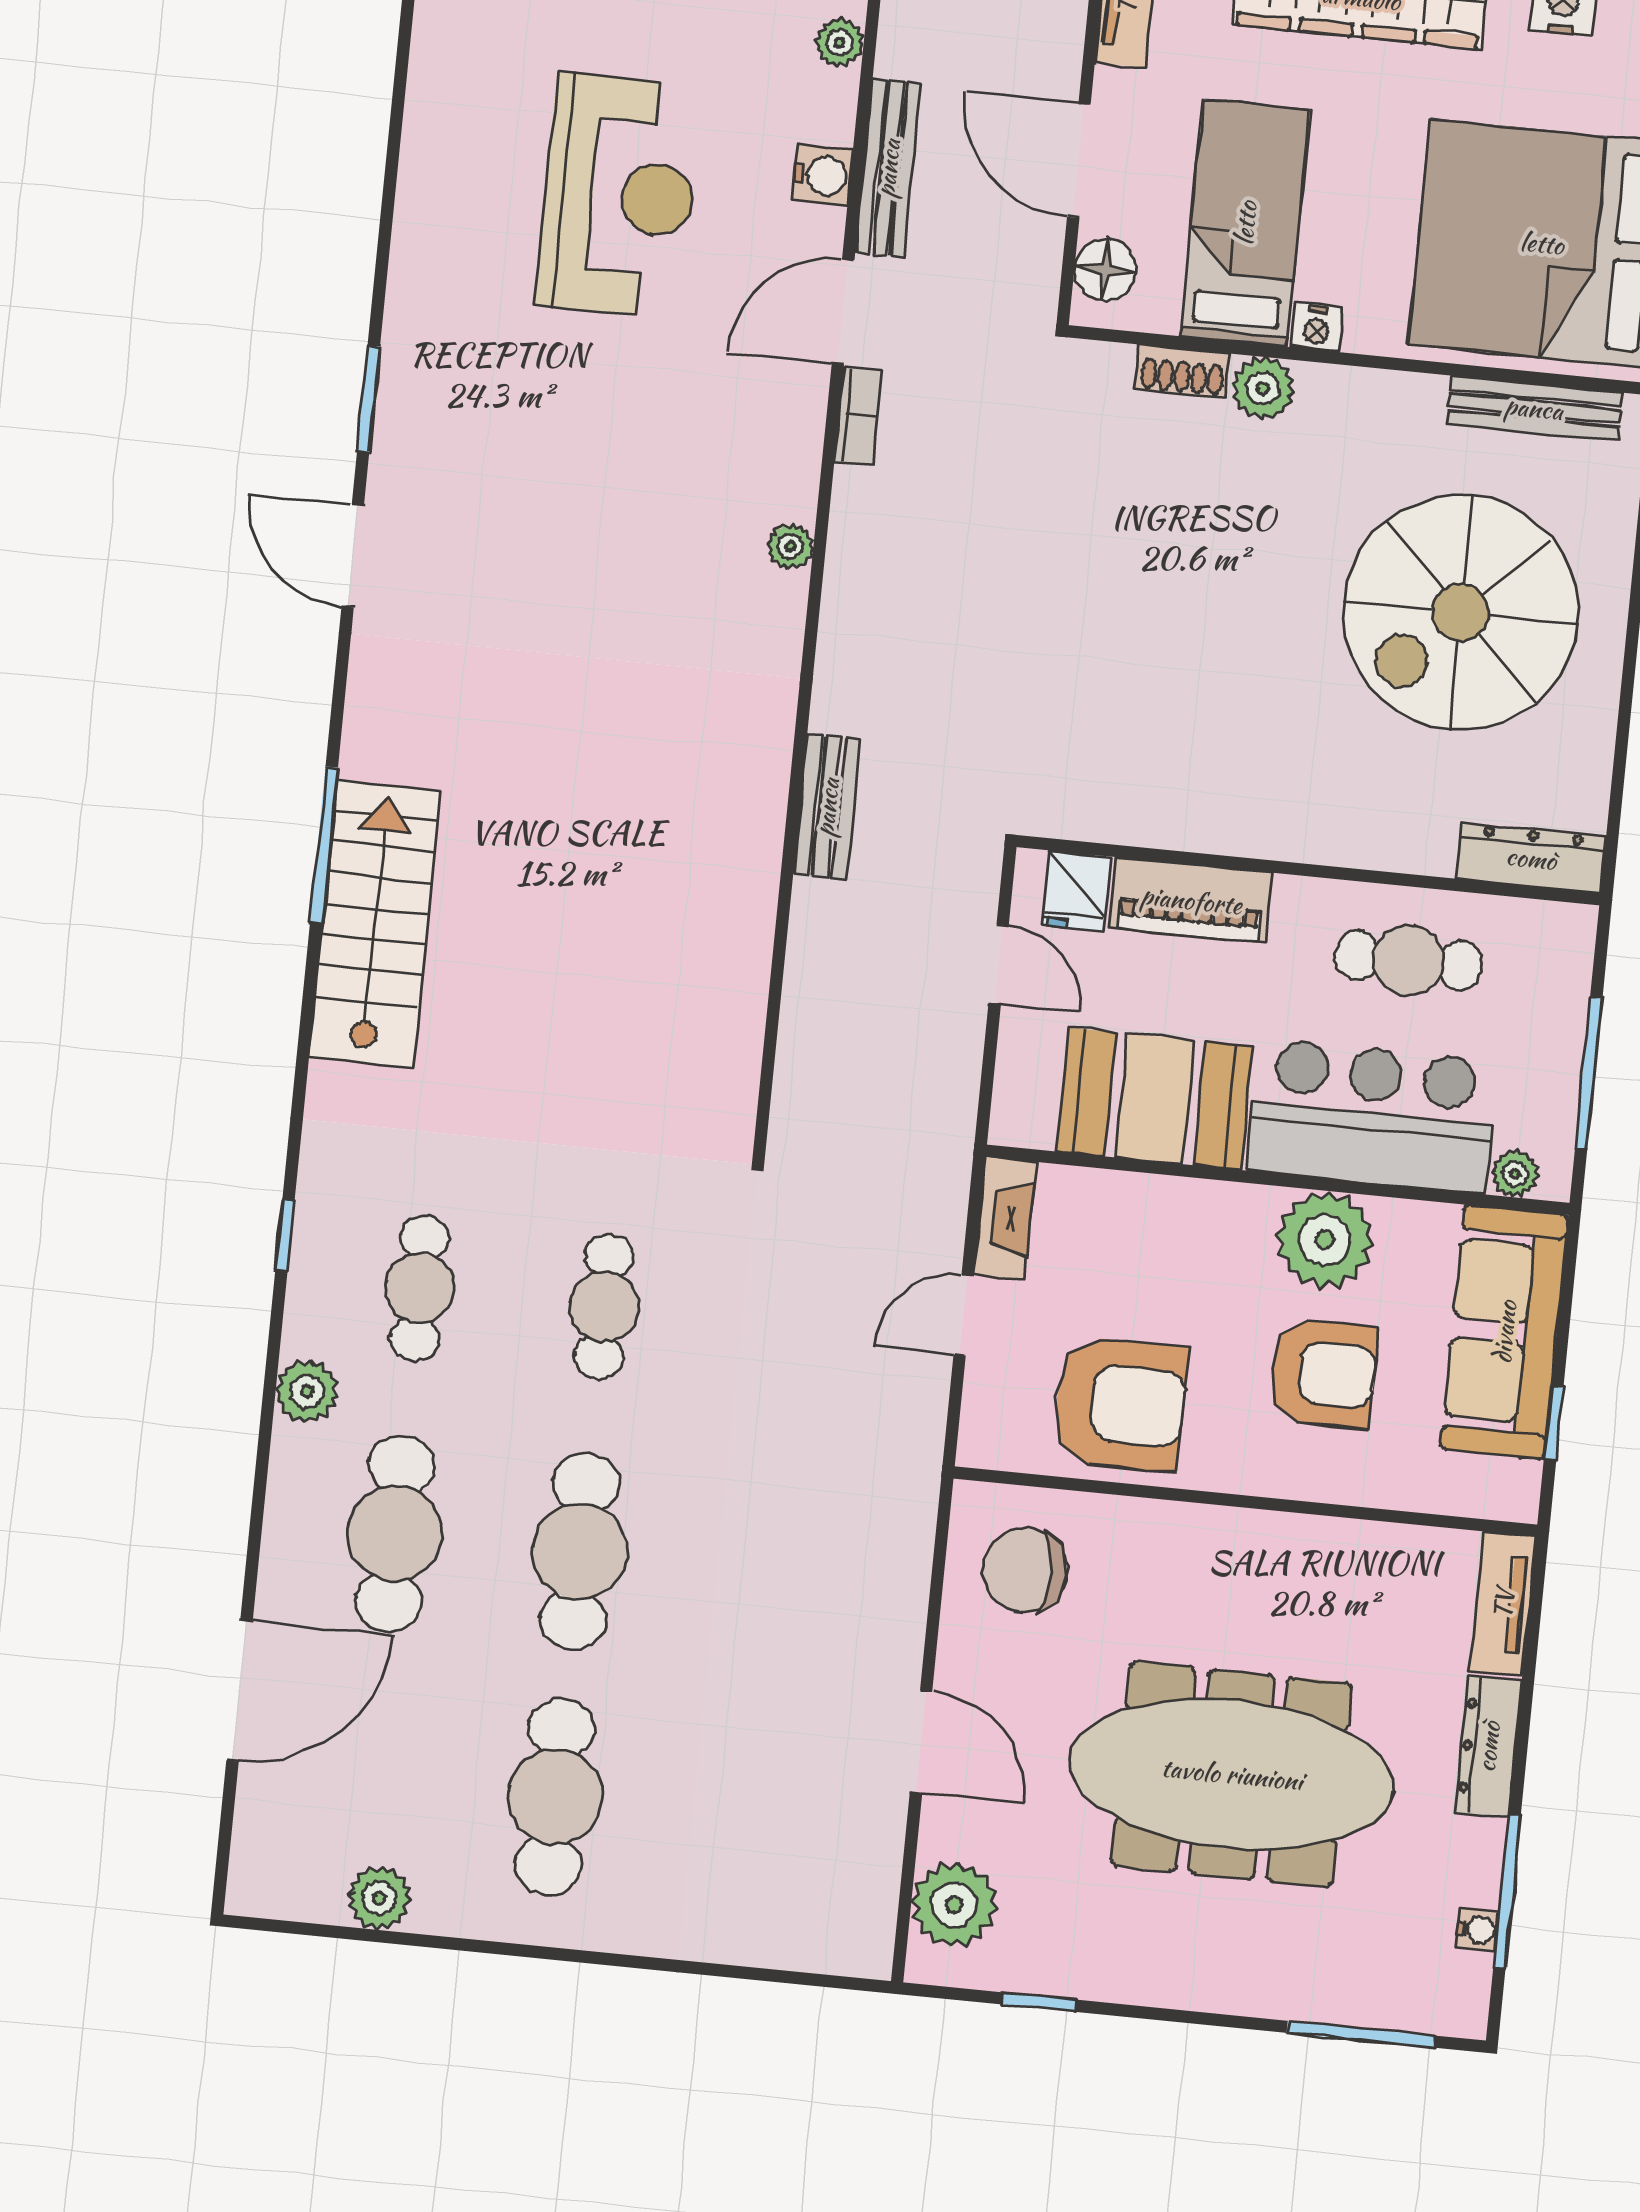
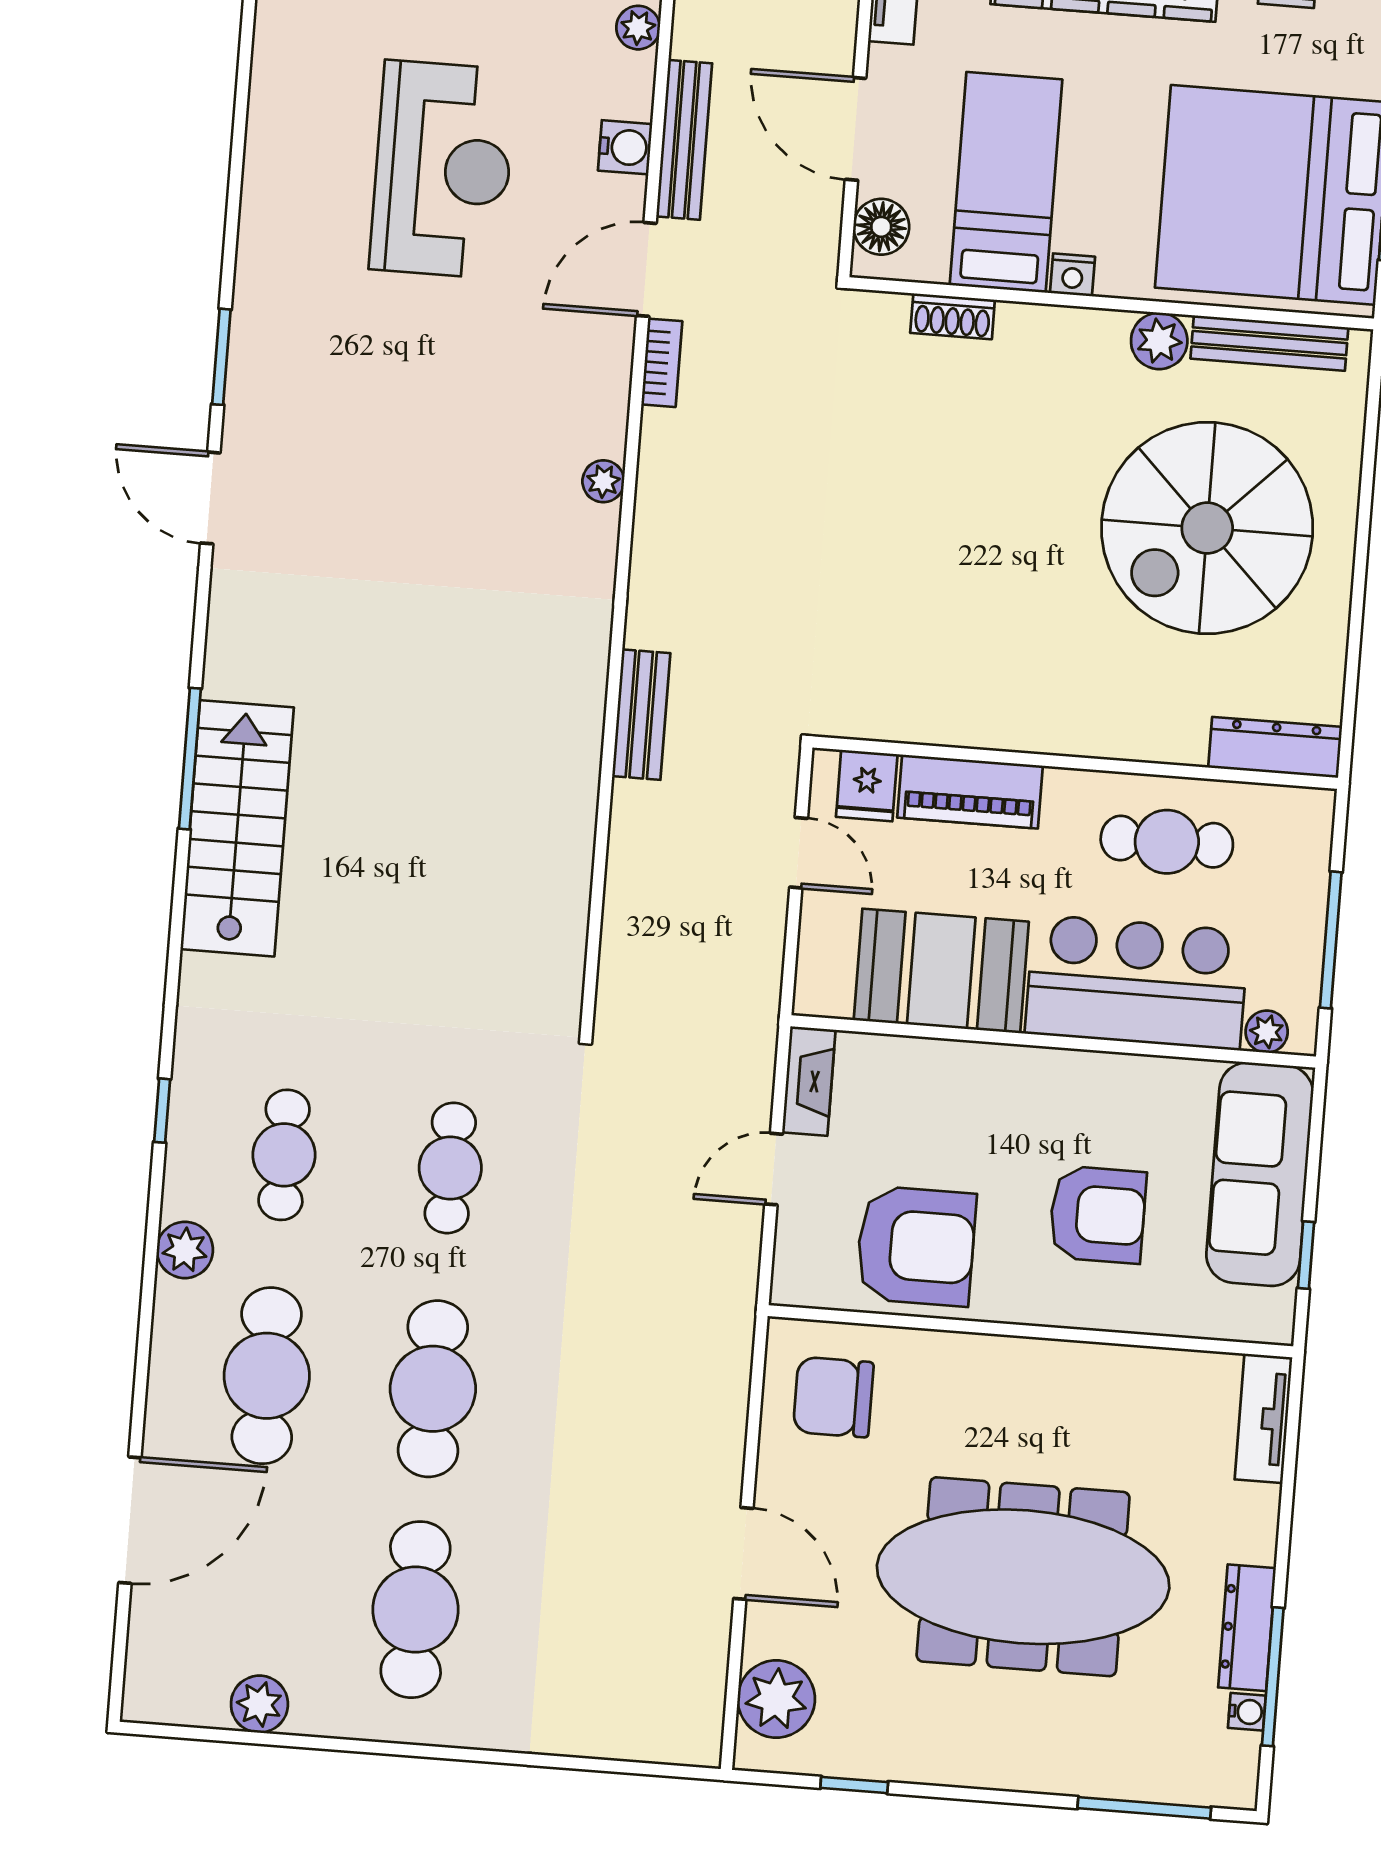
plant: (1263, 388) -> (1159, 341), moved
plant: (1325, 1240) -> (1097, 1094), removed
dresser: (1488, 1747) -> (1247, 1628), moved

